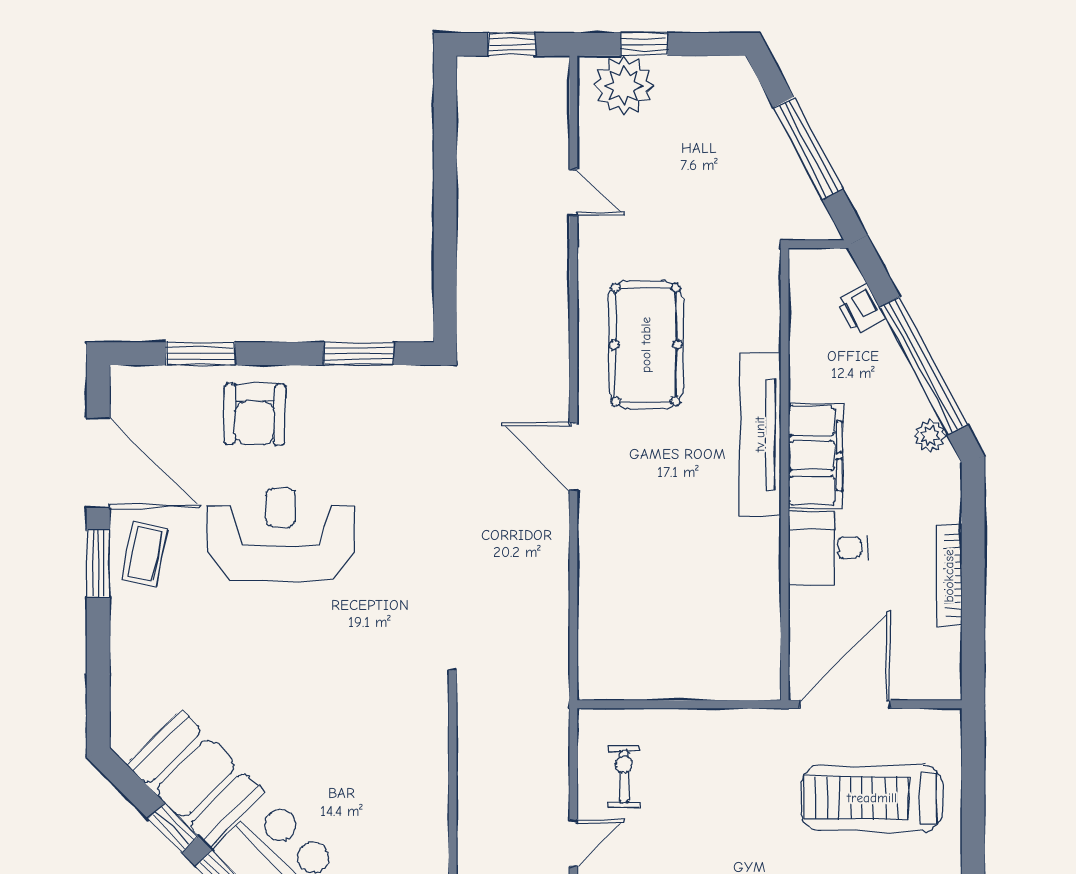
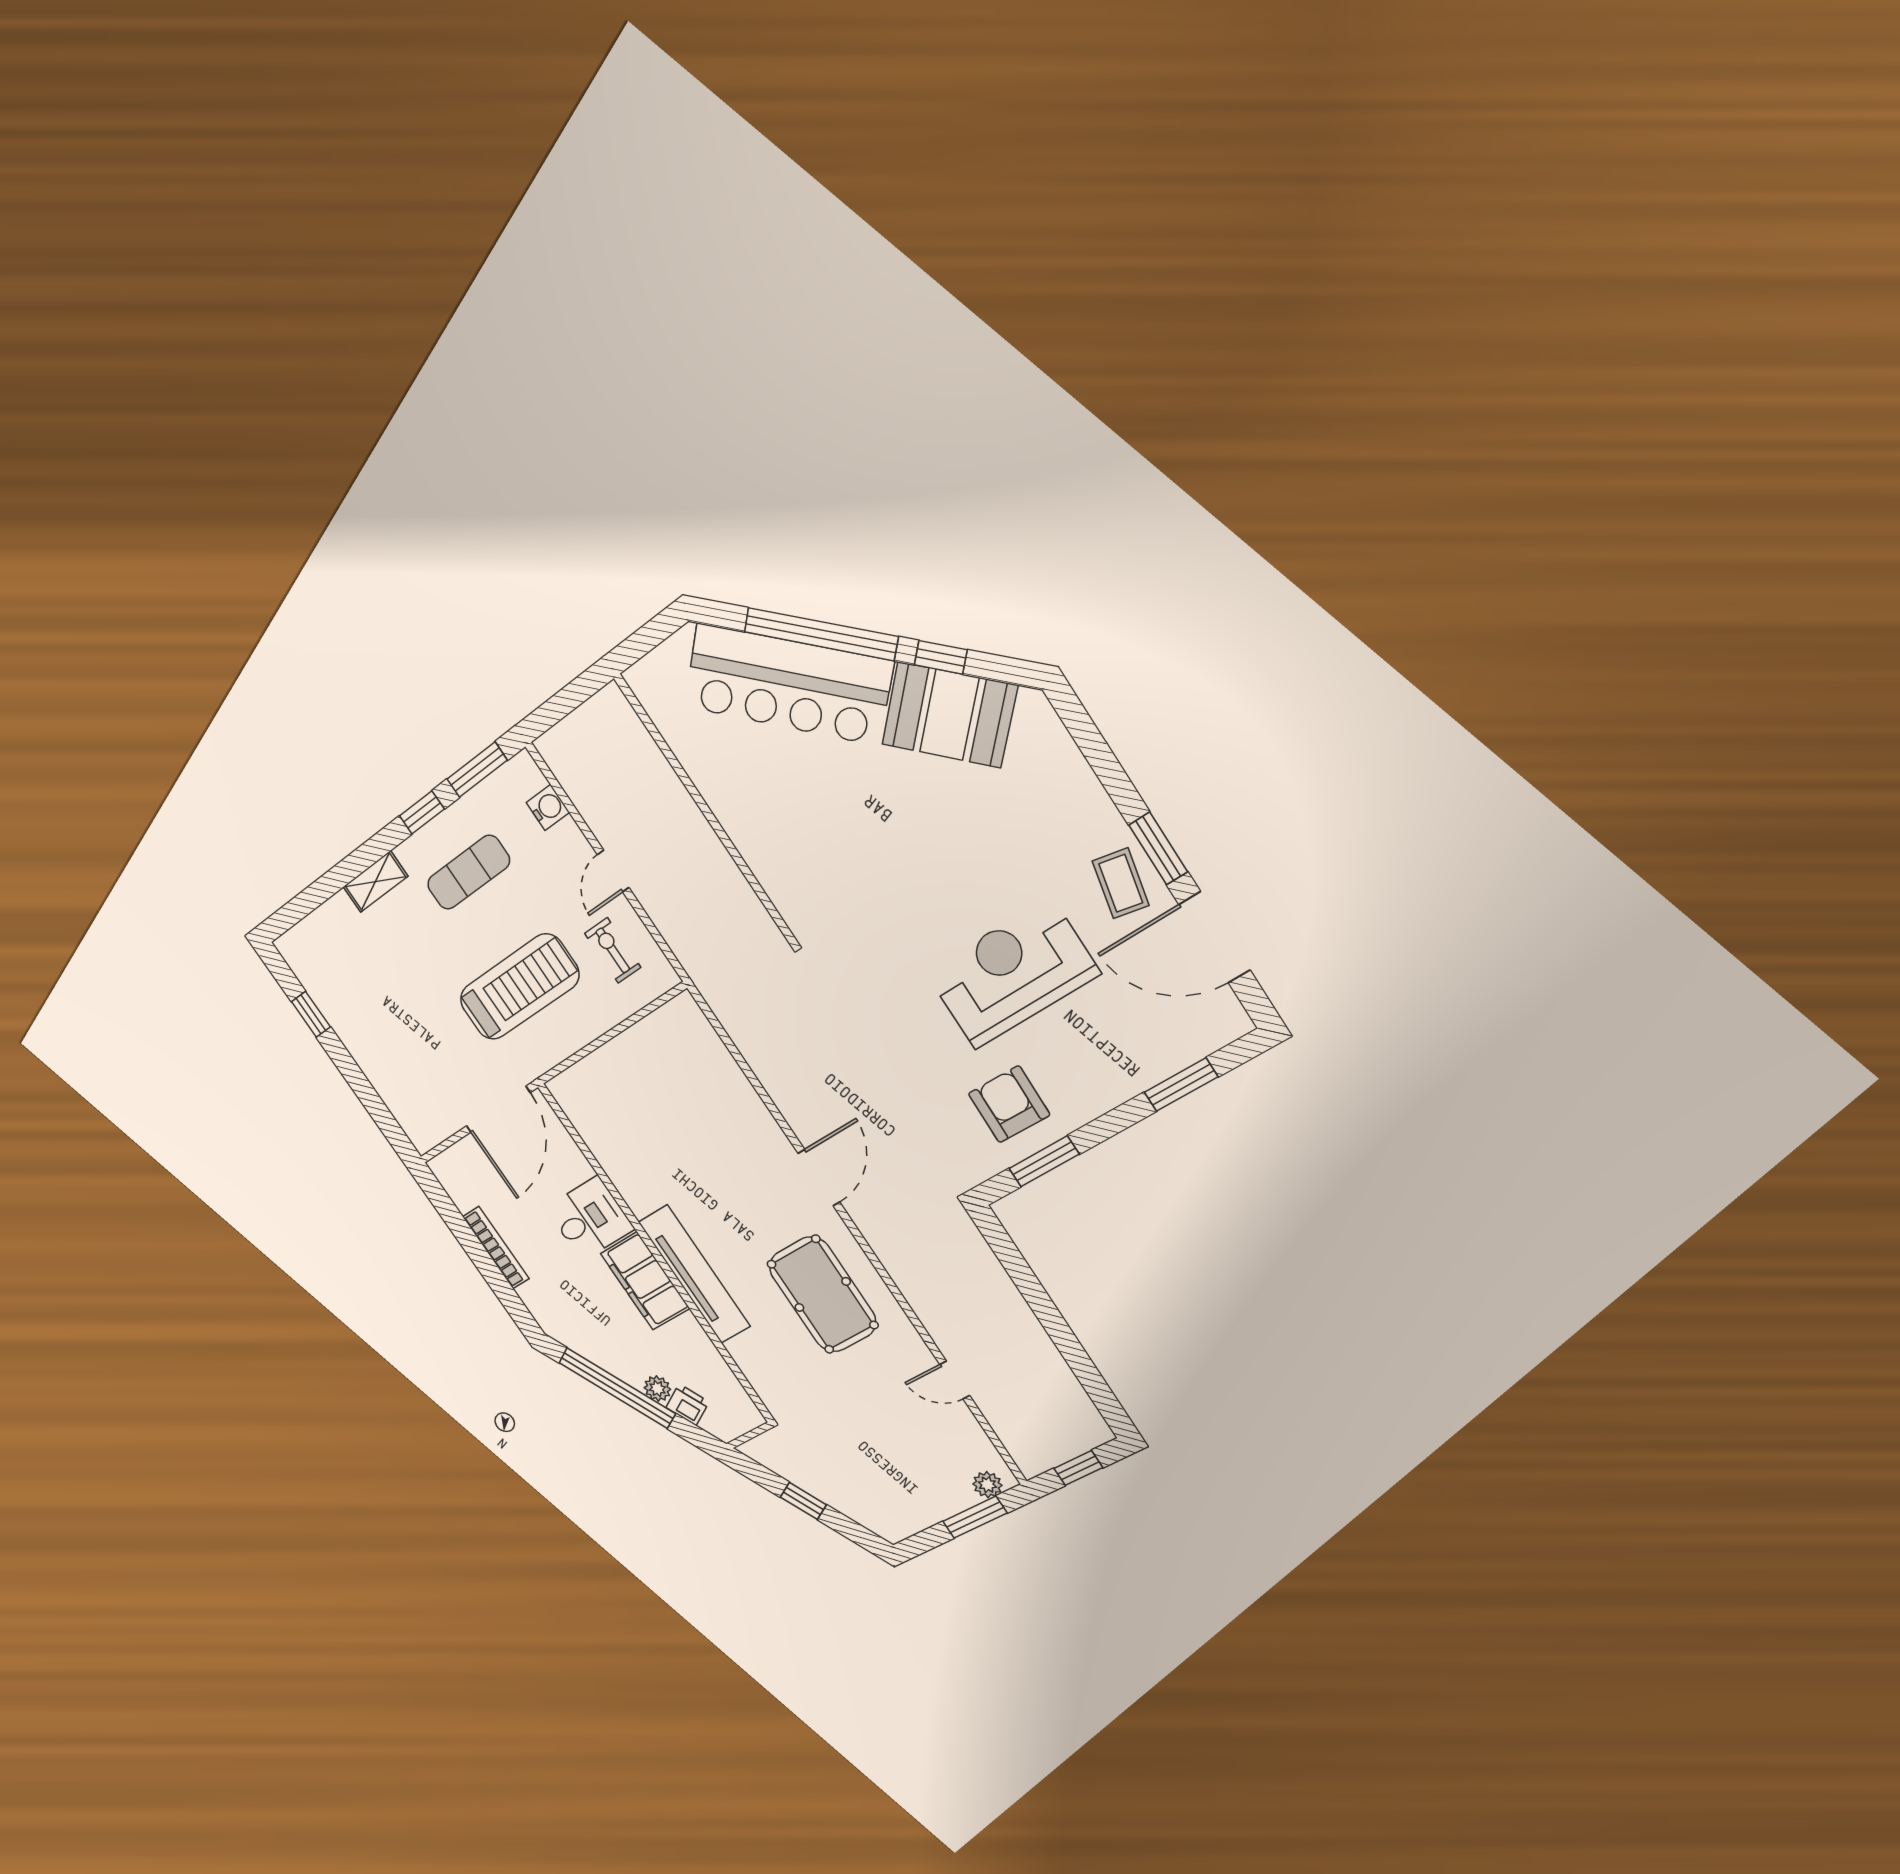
window: (644, 44) -> (975, 1517), width x1.50
plant: (624, 86) -> (987, 1485), width x0.53, depth x0.53
window: (808, 148) -> (803, 1501), width x0.46
armchair: (255, 414) -> (1009, 1104), moved
plant: (930, 436) -> (657, 1389), moved
door: (573, 457) -> (819, 1178), hinge flipped
reception desk: (281, 534) -> (1012, 973), turned 180
exercise bike: (624, 776) -> (613, 950), turned 180
treadmill: (872, 798) -> (519, 987), moved

